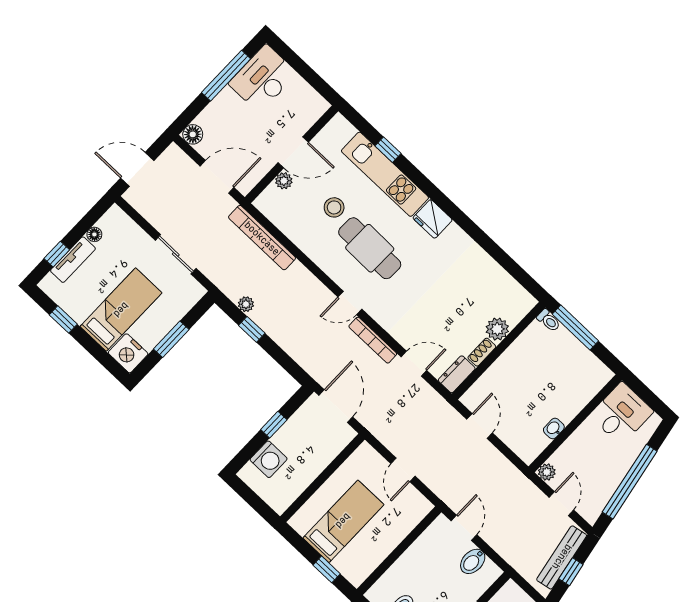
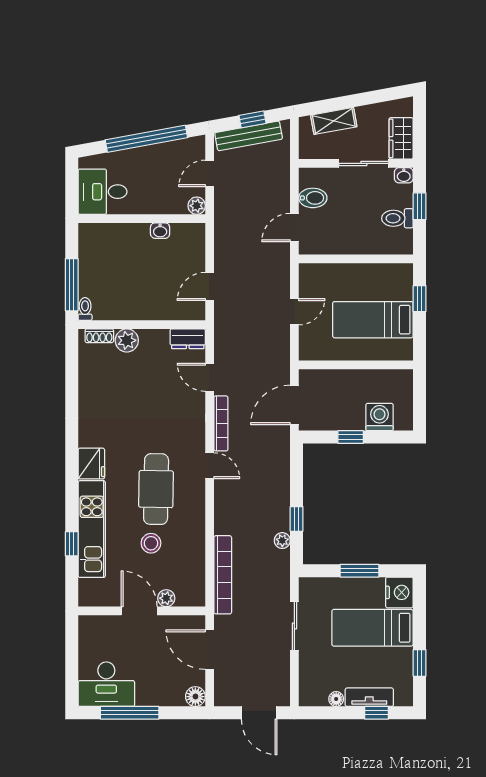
shoe rack: (482, 352) -> (99, 336), moved

